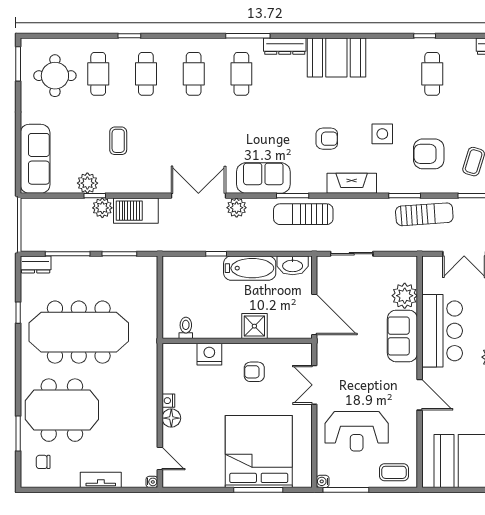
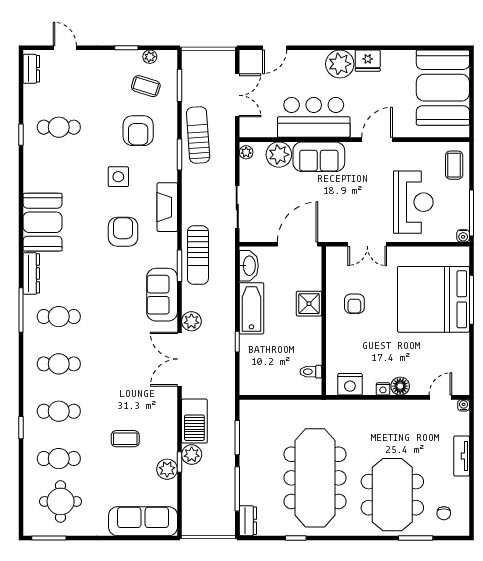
armchair: (327, 139) -> (123, 232), width x1.38, depth x1.38
plant: (407, 263) -> (246, 152), added
nightstand: (209, 354) -> (350, 384), moved, turned -90

